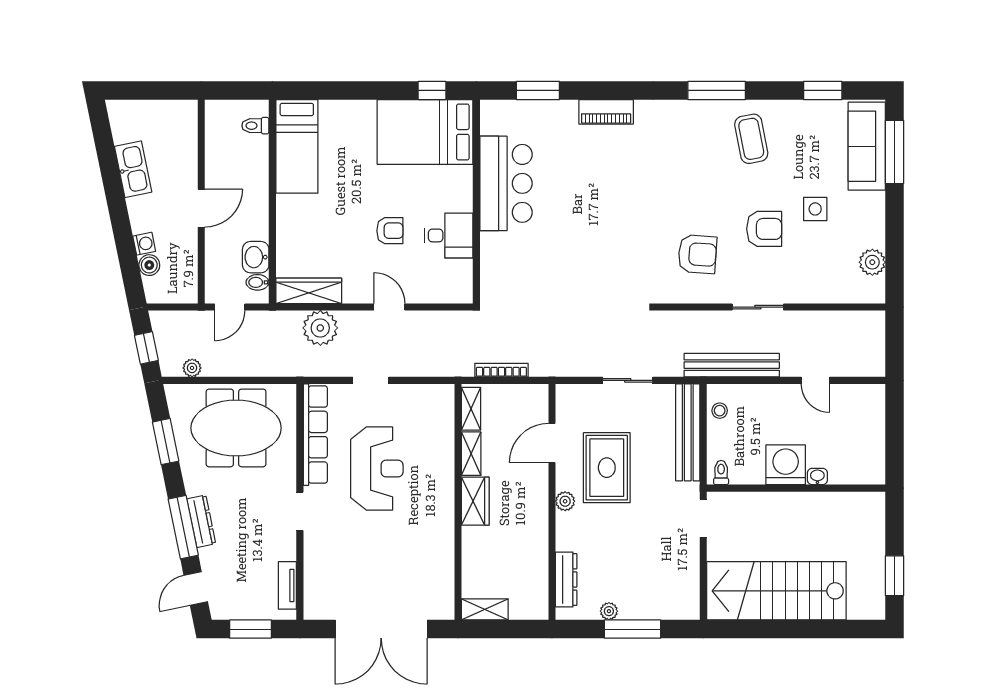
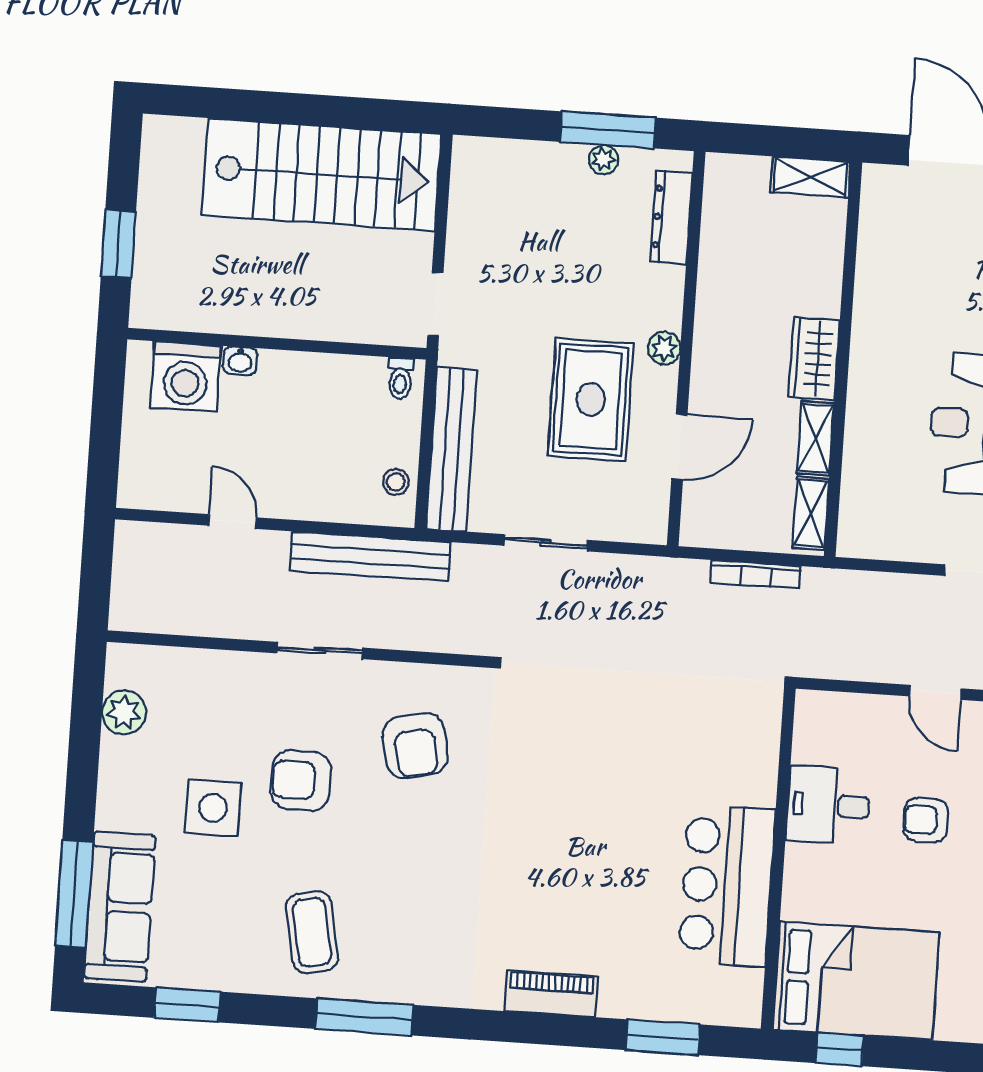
side table: (815, 209) -> (213, 808), width x1.37, depth x1.37
armchair: (697, 254) -> (415, 746), turned -106
washing machine: (786, 465) -> (186, 377), moved
window: (895, 576) -> (118, 244), moved
window: (633, 629) -> (608, 130), moved

